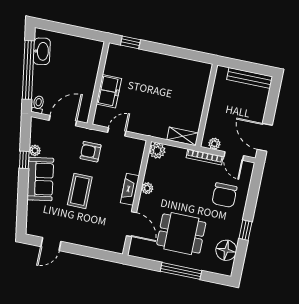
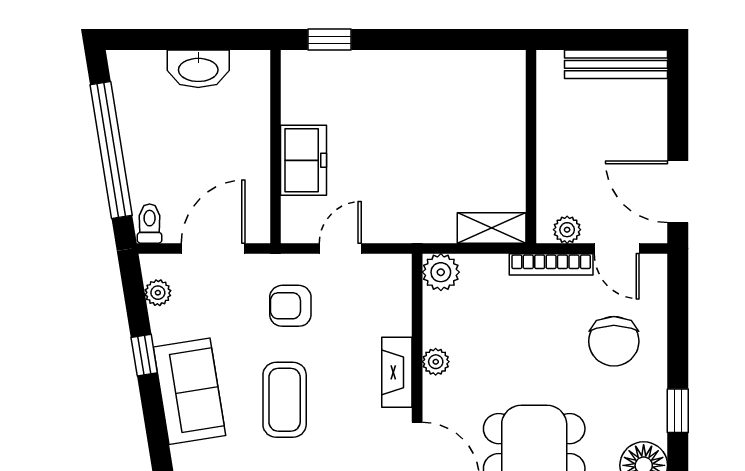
washbasin: (42, 51) -> (198, 69), moved, turned 99
plant: (35, 150) -> (158, 293), moved

